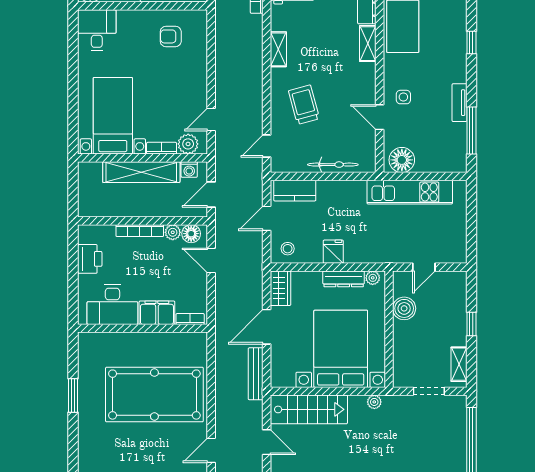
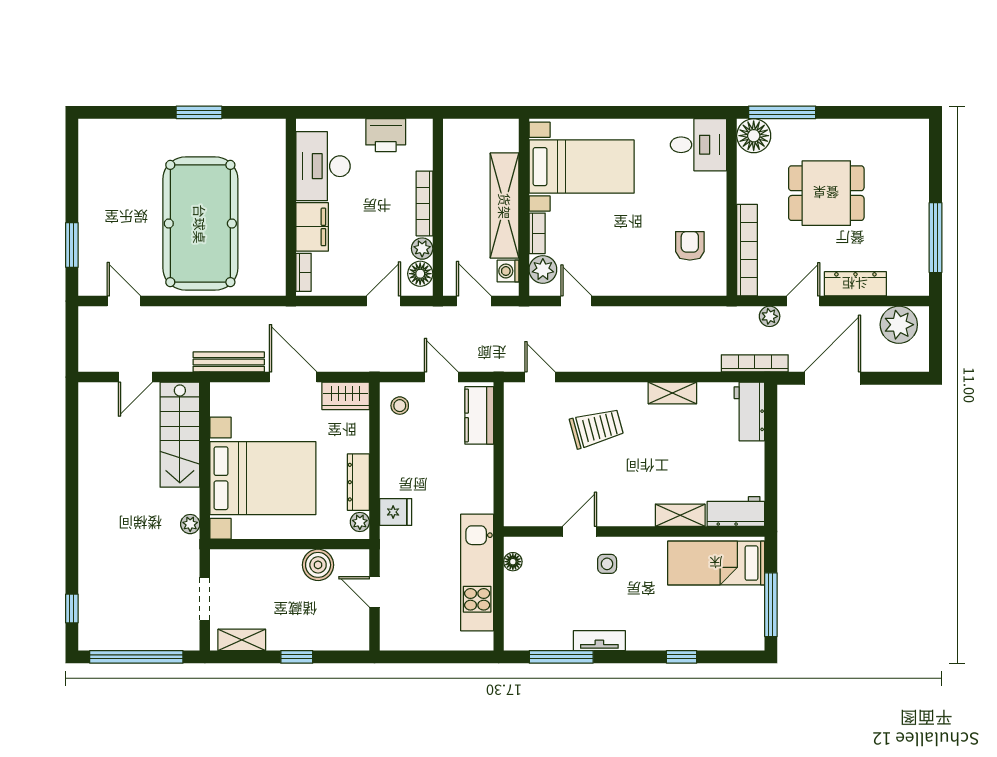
floor lamp: (402, 160) -> (513, 562), width x0.53, depth x0.53
bicycle: (333, 165) -> (515, 468), removed
fridge: (333, 252) -> (396, 512), moved

